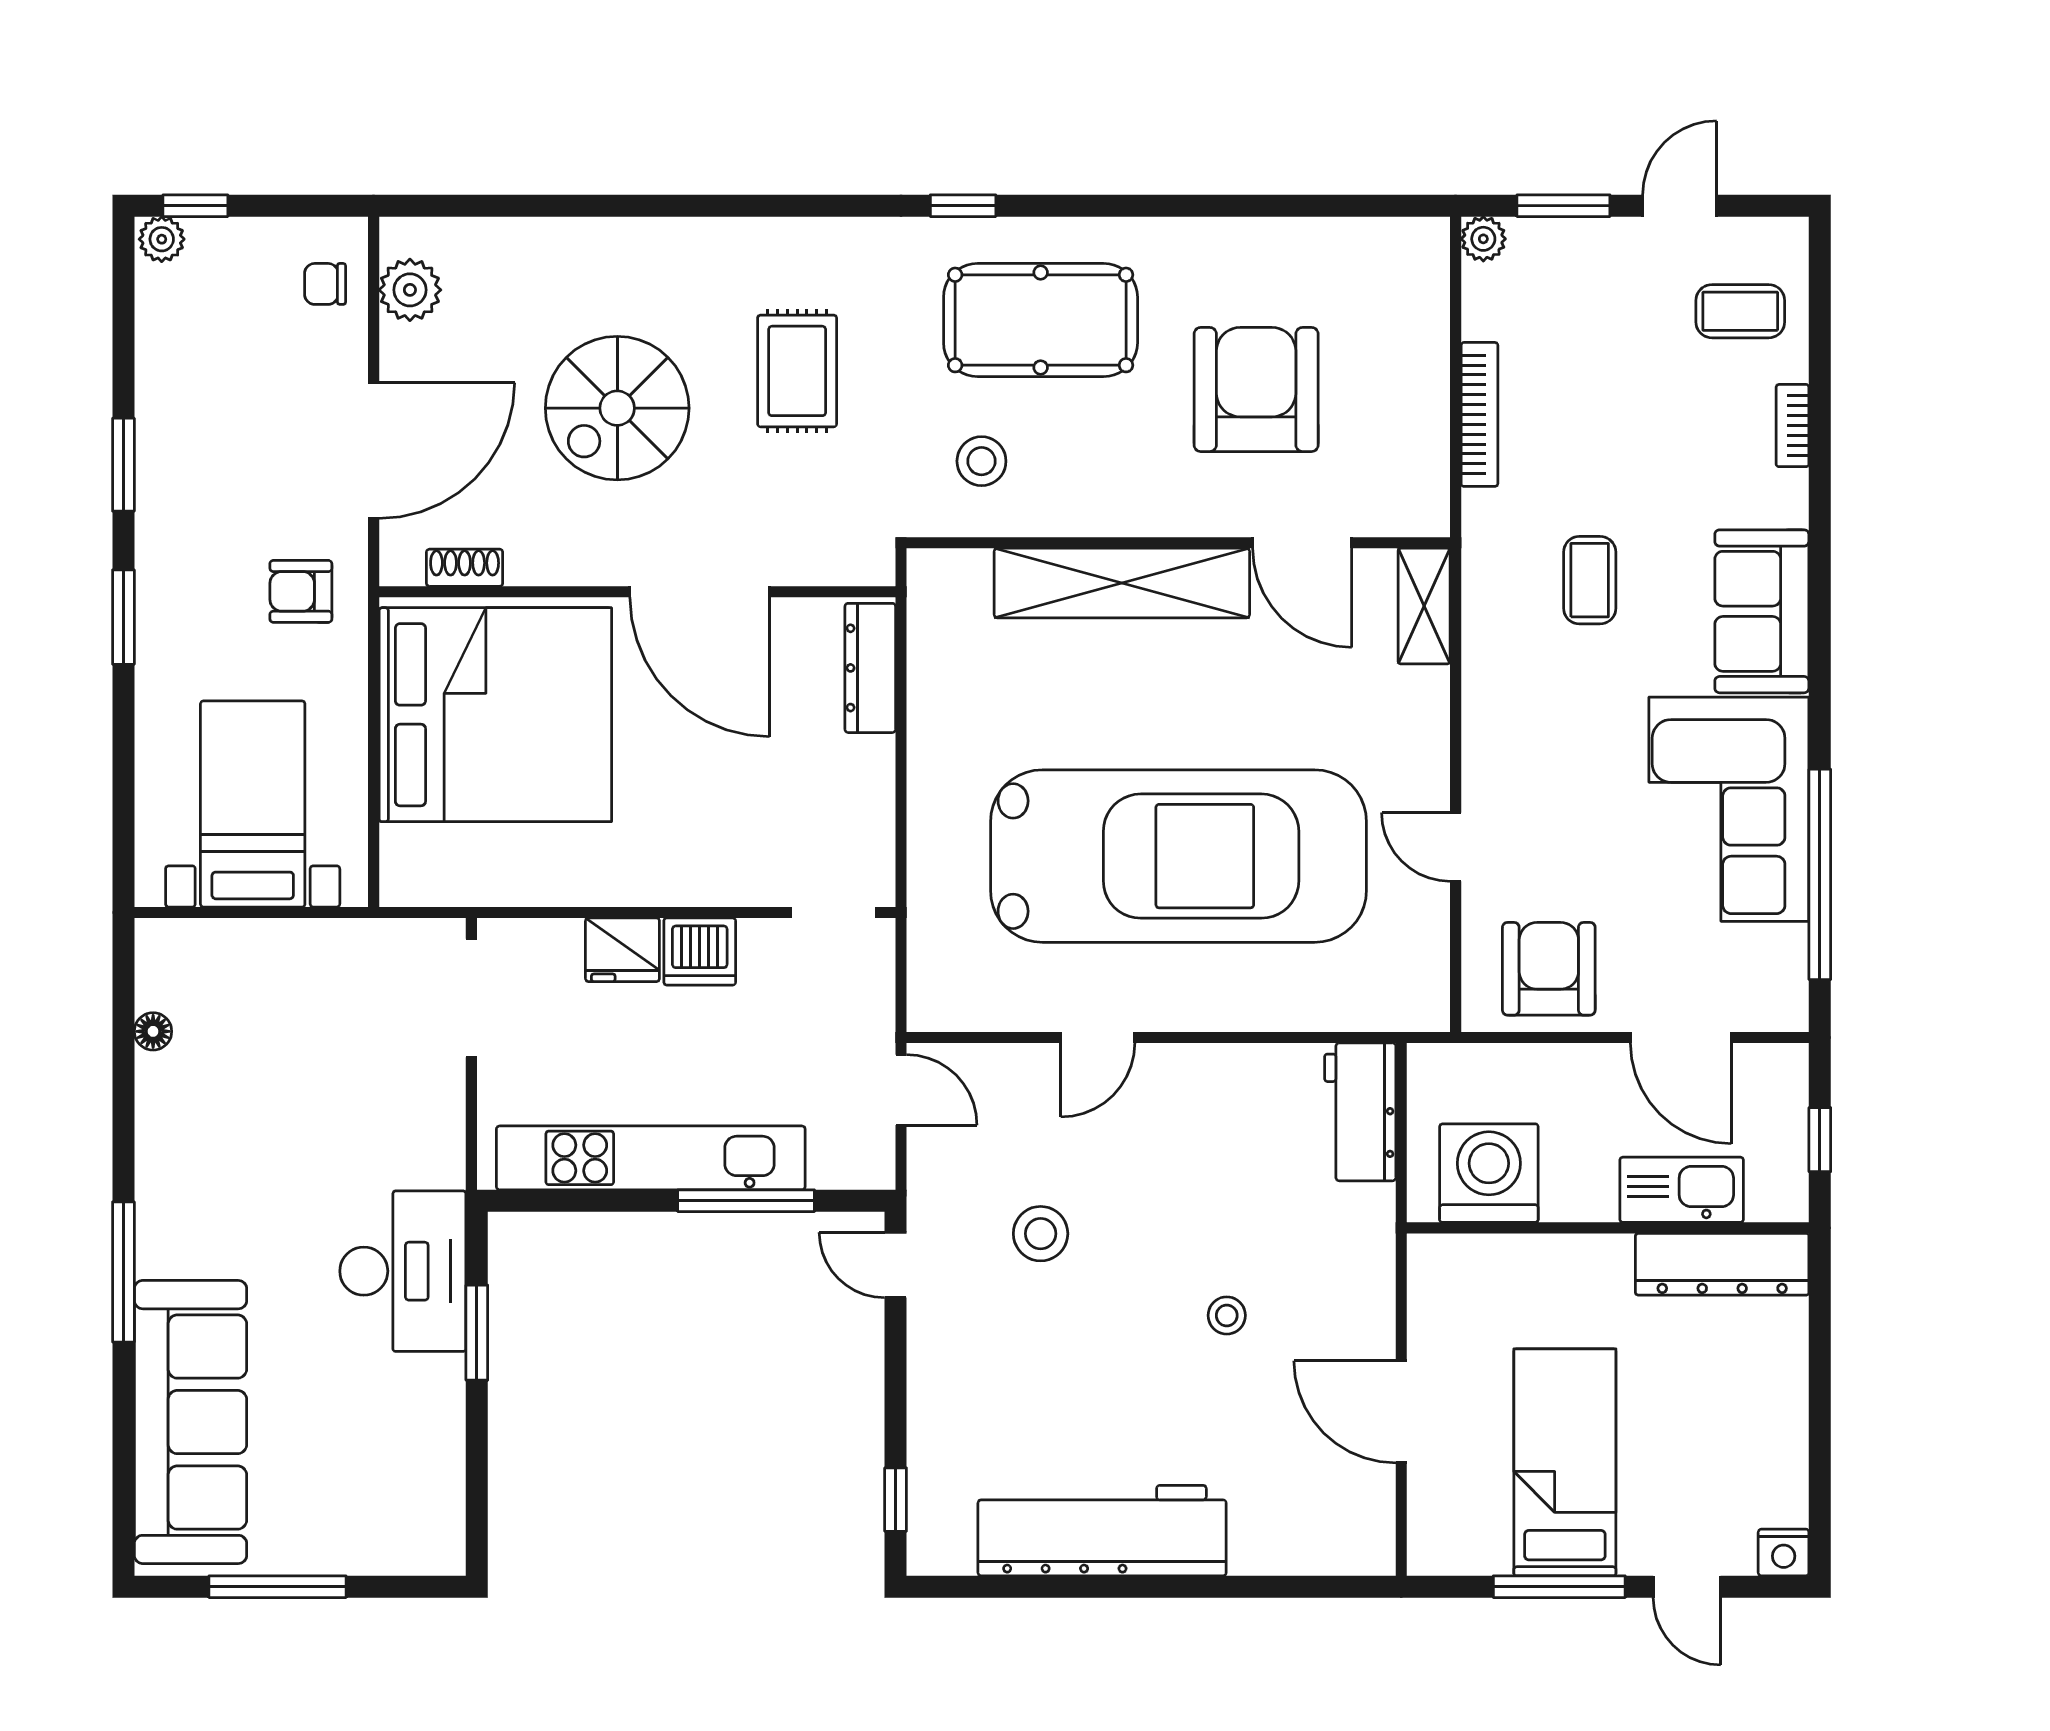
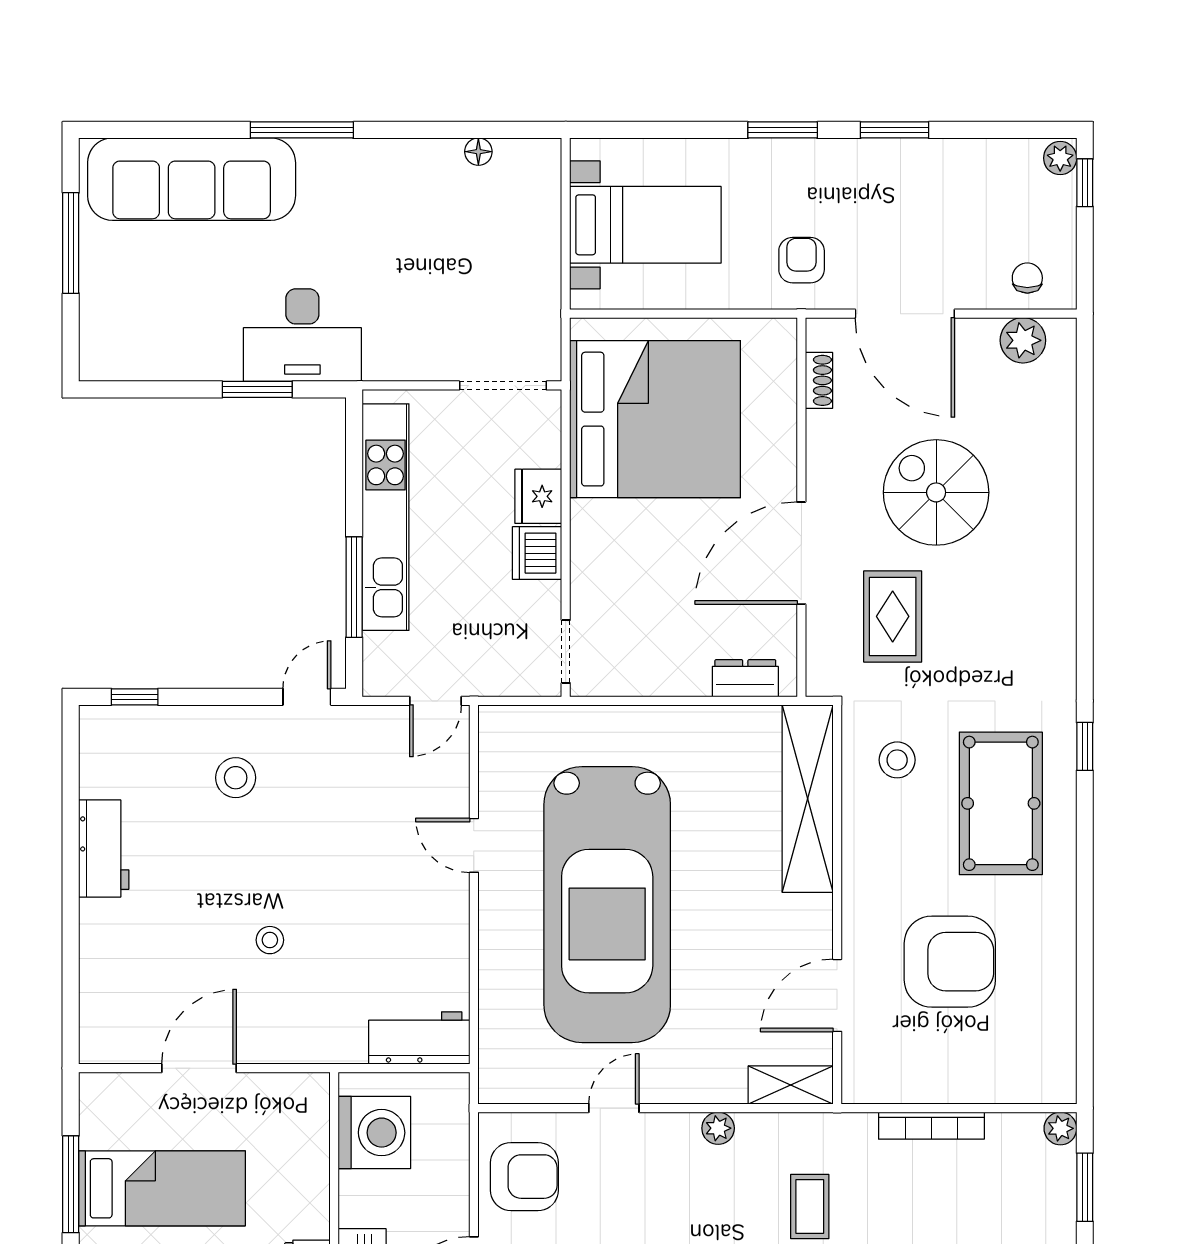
rug: (797, 371) -> (893, 616), moved, turned 90
coffee table: (1590, 580) -> (810, 1207), turned 90
shelving: (1122, 583) -> (808, 799), moved
dresser: (870, 668) -> (745, 678), width x0.70
plant: (1483, 705) -> (718, 1128), added
bed: (495, 715) -> (655, 419), moved, turned -90
stool: (1041, 1234) -> (236, 778), moved
workbench: (1102, 1531) -> (104, 848), width x0.53, depth x0.76

